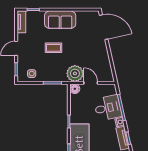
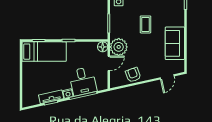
sofa: (60, 20) -> (175, 43), moved
door: (104, 27) -> (167, 77), width x0.53
armchair: (102, 60) -> (133, 75), added

